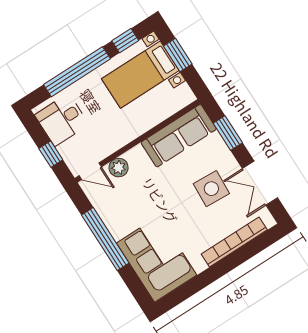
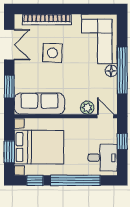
bed with nightstands: (140, 75) -> (39, 147), width x1.36
side table: (211, 189) -> (52, 53), moved
floor lamp: (118, 230) -> (111, 71), added

